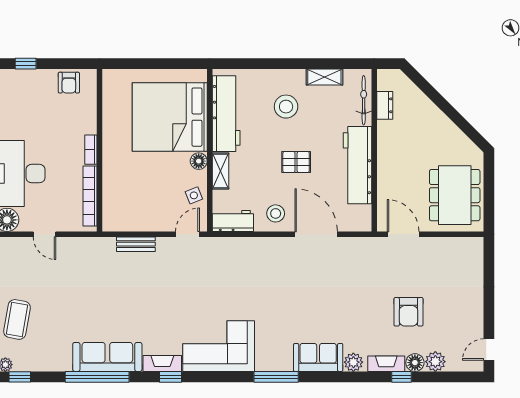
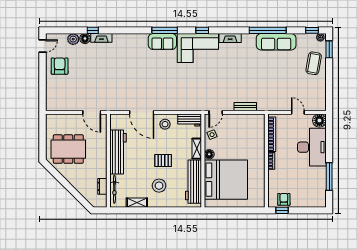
window: (26, 64) -> (282, 210), moved
pallet: (296, 162) -> (163, 160), moved
dining table: (455, 195) -> (68, 149), moved, turned 90
armchair: (408, 312) -> (60, 66), moved
sofa: (107, 357) -> (276, 42), moved
sofa: (318, 357) -> (162, 41), moved
plant: (353, 362) -> (120, 39), removed
window: (171, 377) -> (202, 30), moved

